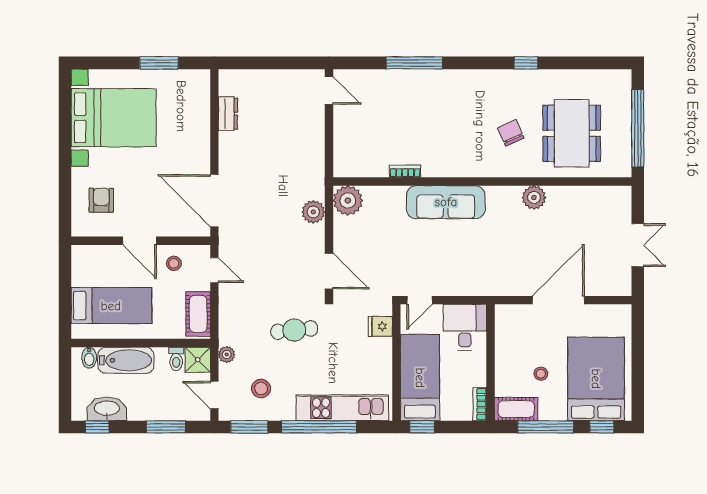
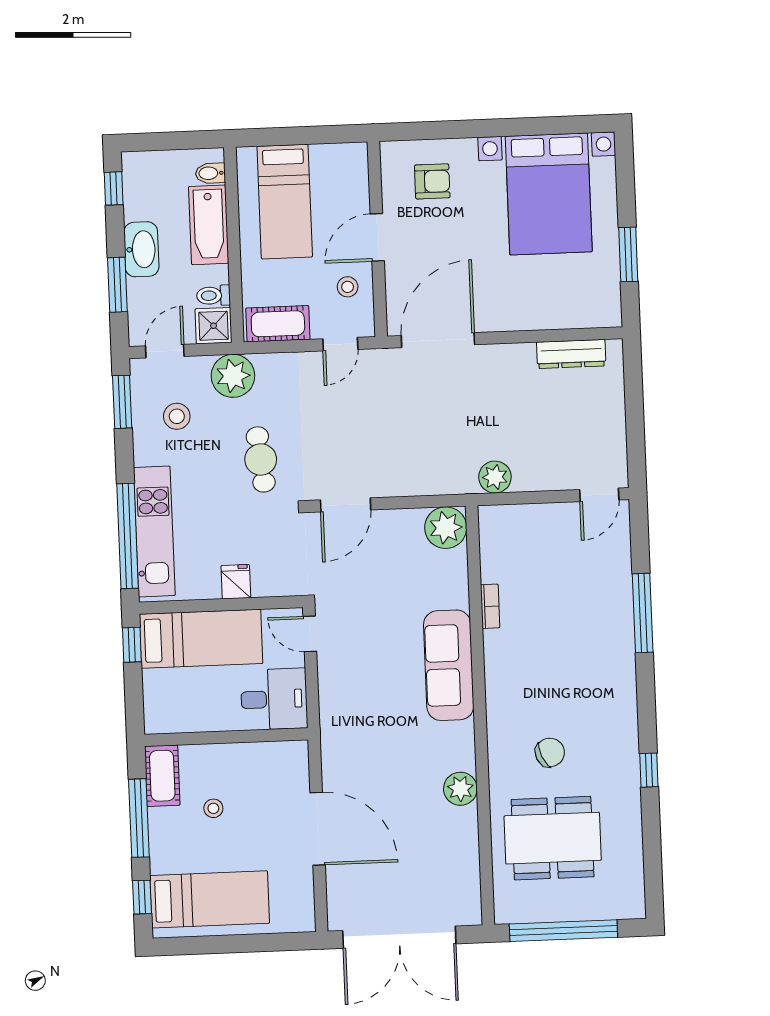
dresser: (228, 114) -> (571, 354), width x1.44
plant: (313, 212) -> (495, 477), moved
double door: (638, 245) -> (399, 937), width x1.87
fridge: (380, 326) -> (236, 582), moved
plant: (227, 355) -> (233, 376), width x1.88, depth x1.88
bed: (596, 379) -> (210, 899), width x0.67
bookcase: (480, 404) -> (167, 724), removed
washbasin: (107, 409) -> (141, 249), moved
window: (319, 427) -> (128, 536), moved

